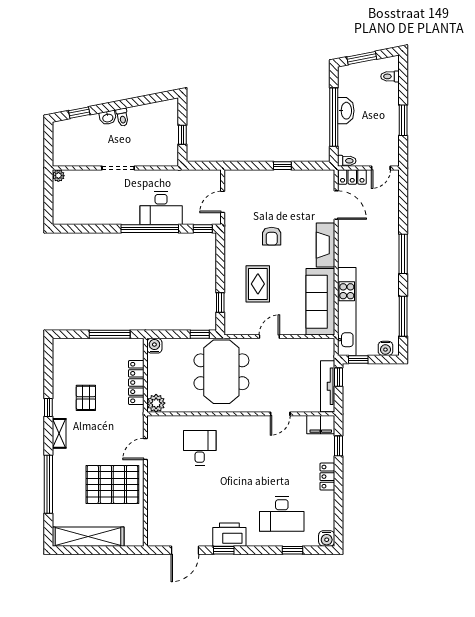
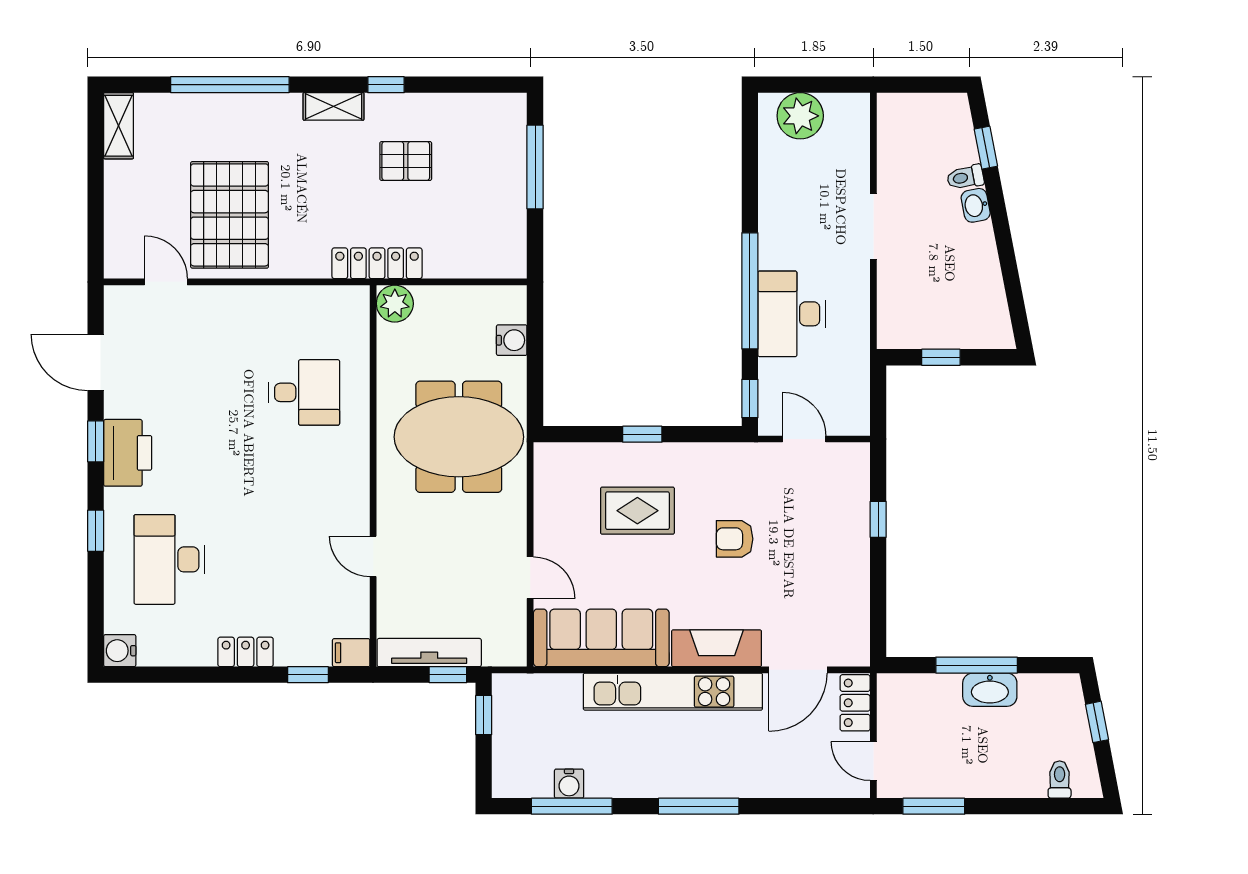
window: (362, 58) -> (1097, 722), width x0.67
toilet: (122, 117) -> (965, 177), moved
window: (334, 117) -> (977, 665), width x0.68
window: (403, 120) -> (934, 806), moved
toilet: (347, 161) -> (888, 692), removed
window: (282, 166) -> (878, 519), moved
plant: (58, 176) -> (800, 116), moved, width x1.87, depth x1.87
window: (220, 303) -> (642, 434), moved
kitchen unit: (347, 312) -> (673, 692), moved
window: (110, 334) -> (535, 167), moved
window: (200, 334) -> (535, 393), removed
door: (269, 337) -> (530, 578), moved
water cooler: (154, 346) -> (512, 340), moved
water cooler: (385, 348) -> (569, 784), moved, turned -90
locker: (136, 383) -> (377, 263), moved
filing cabinet: (321, 425) -> (351, 653), width x0.50
door: (145, 449) -> (166, 282), moved
shelving: (88, 537) -> (119, 126), width x0.45, depth x0.75
window: (293, 550) -> (96, 531), moved

